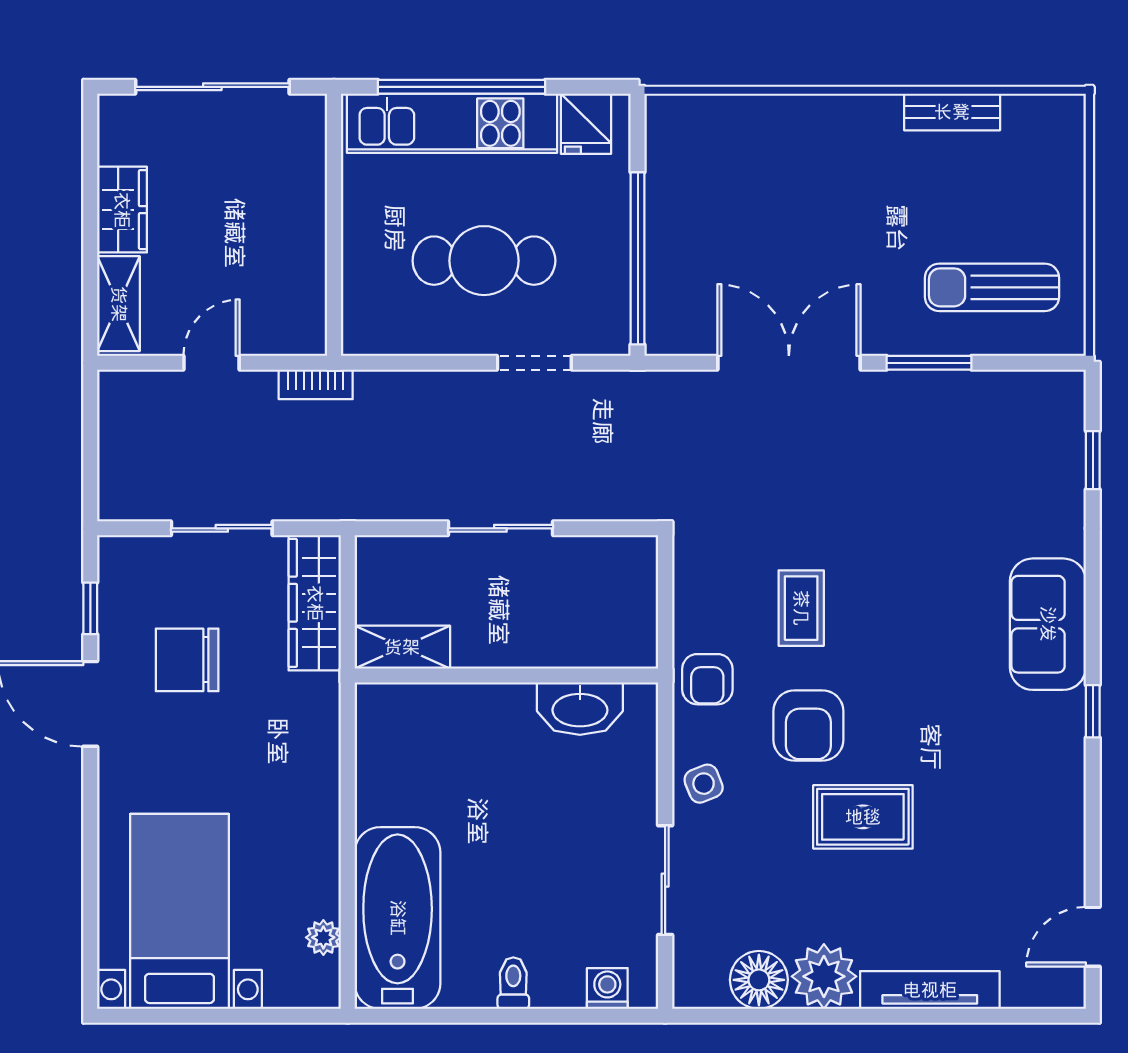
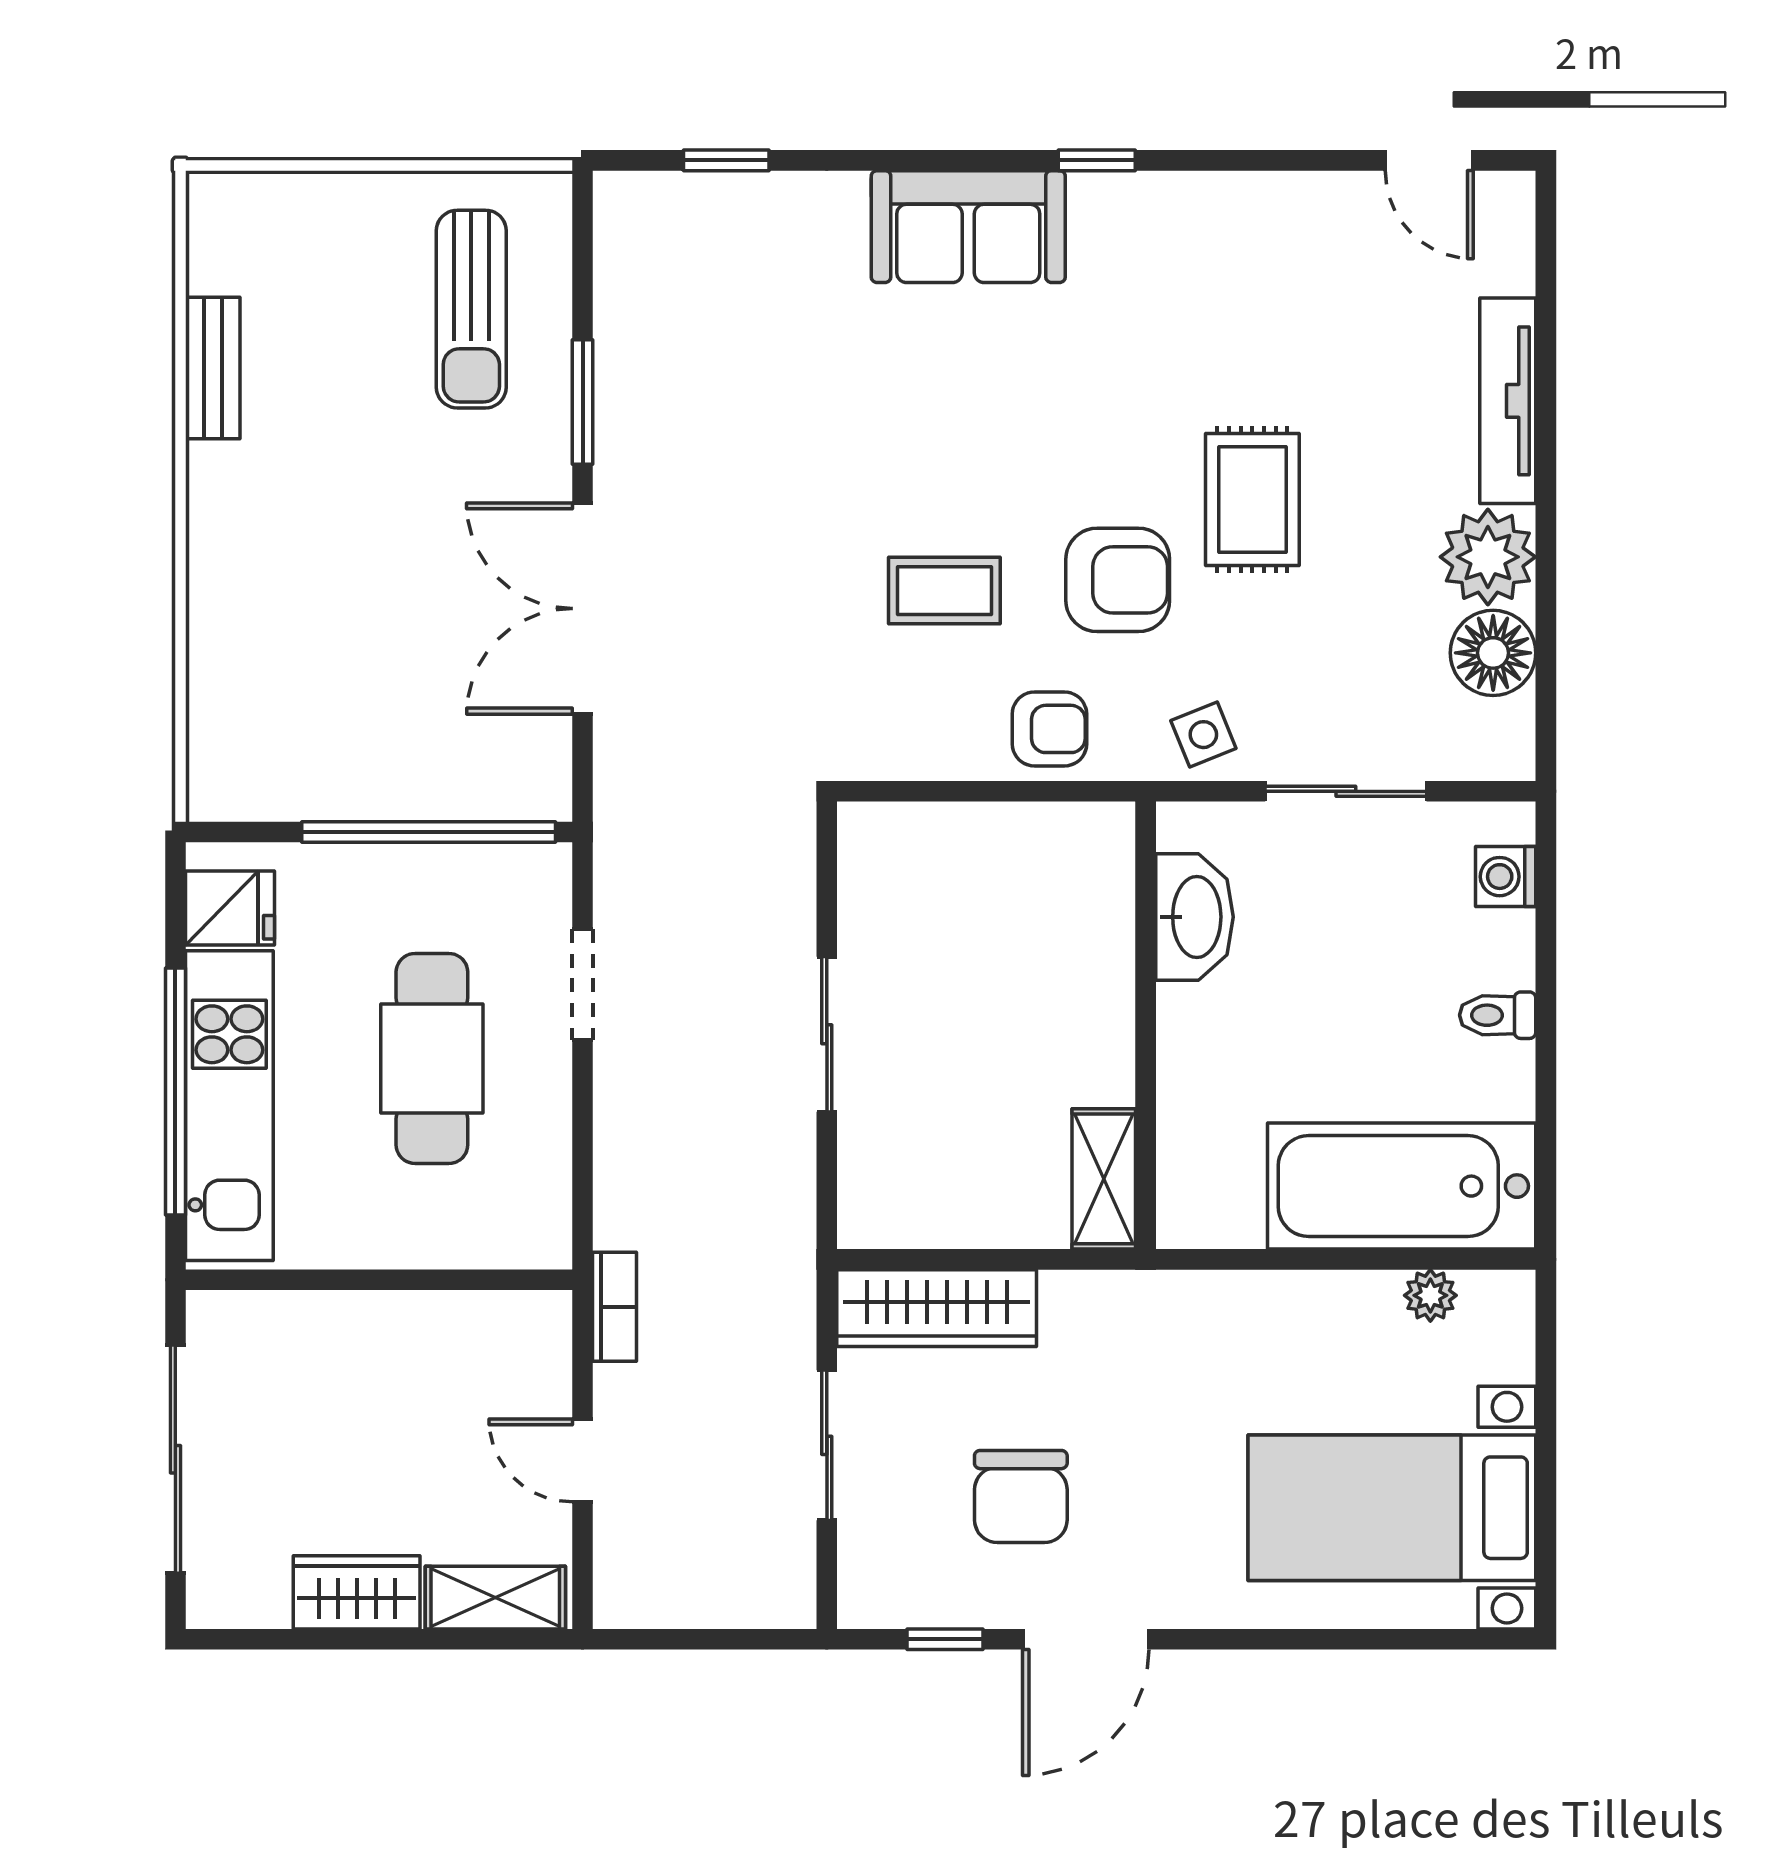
shelving: (402, 647) -> (1104, 1179), moved
wall: (506, 675) -> (1146, 1025), moved
washbasin: (580, 709) -> (1194, 917), moved

